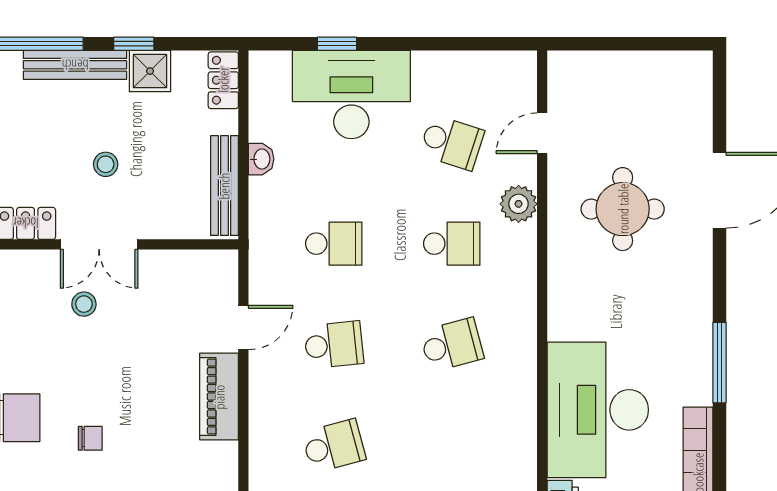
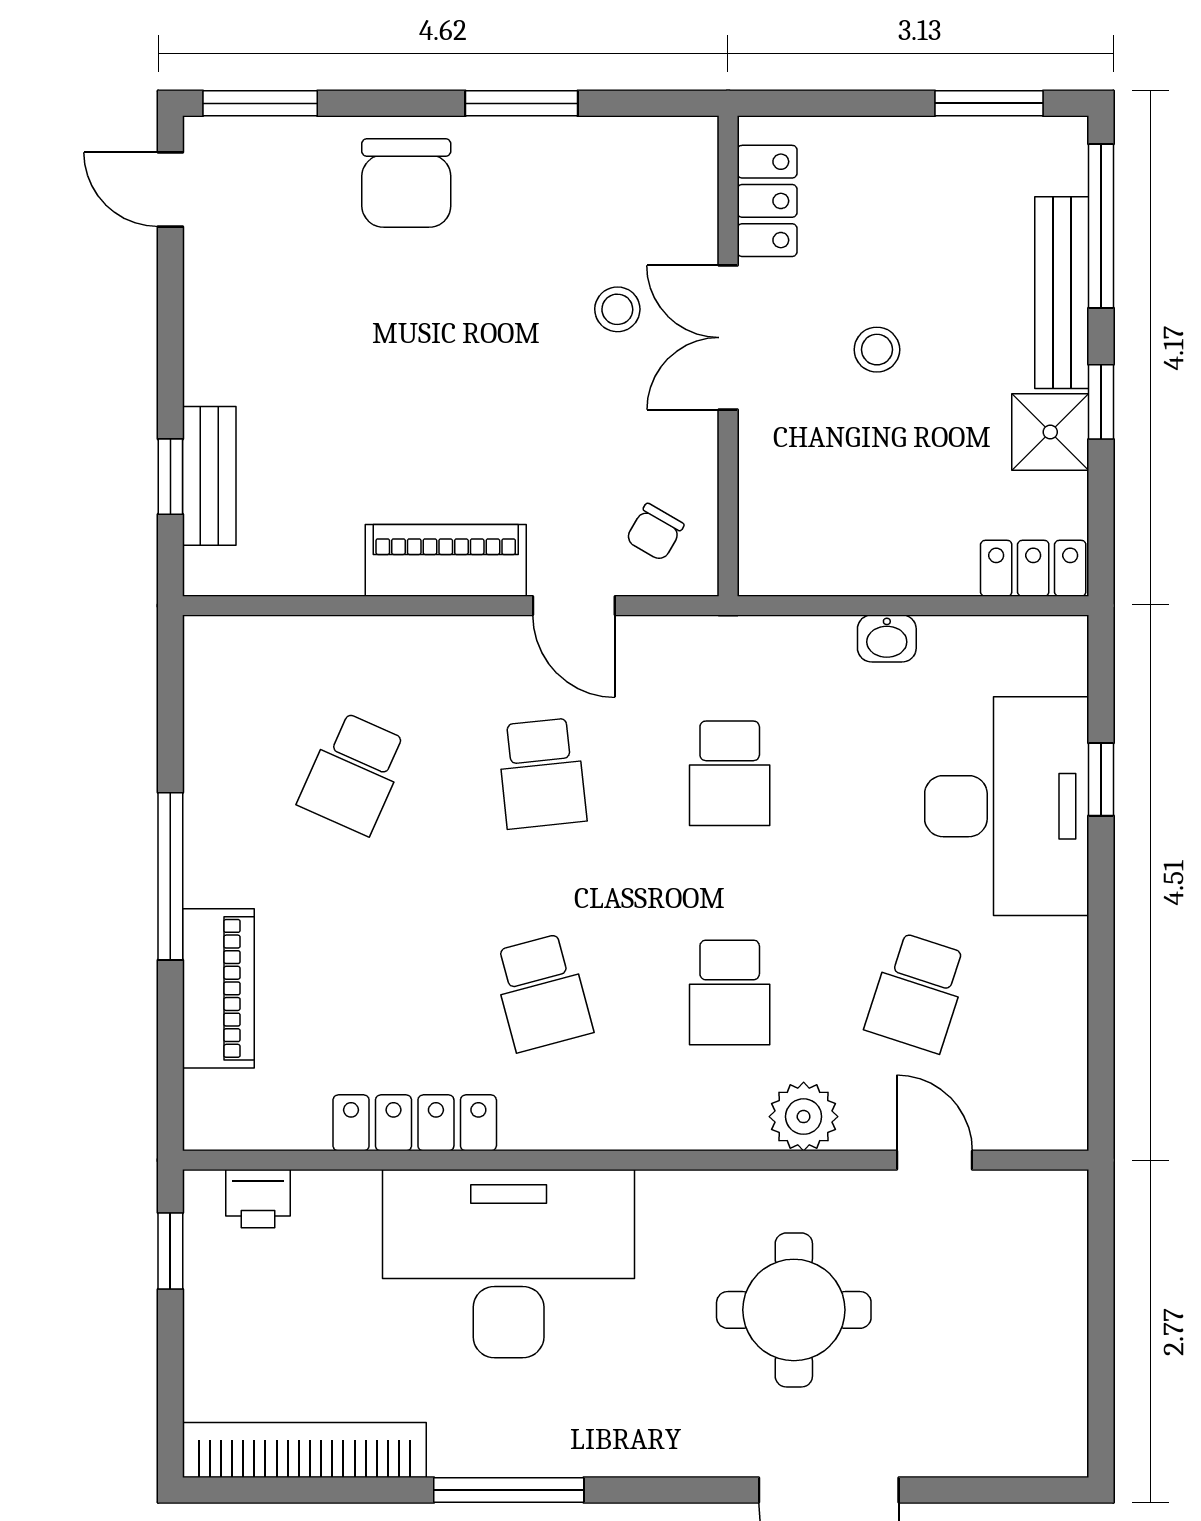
bench: (224, 186) -> (837, 570), removed
desk: (598, 410) -> (509, 1264), moved
locker: (522, 413) -> (415, 1123), added
chair: (90, 438) -> (655, 532), moved, turned 30
school desk: (334, 446) -> (354, 773), turned 39

